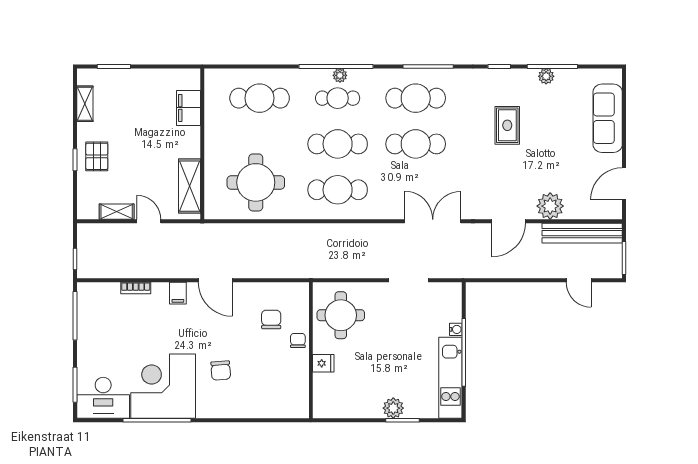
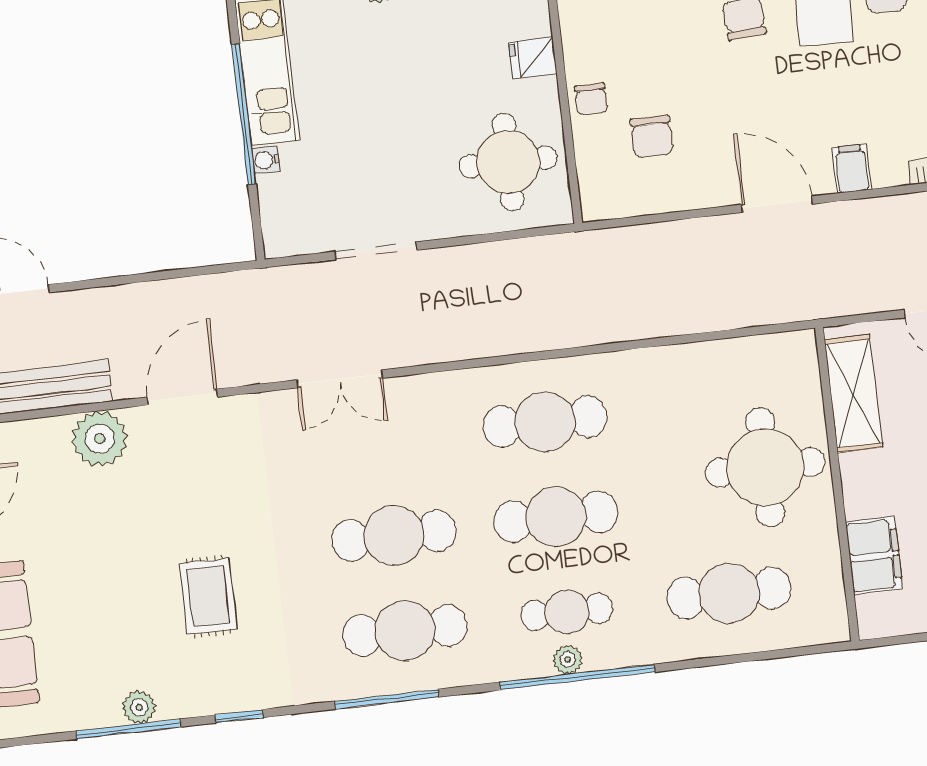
round table: (256, 182) -> (765, 467), moved
double door: (433, 221) -> (340, 379), width x0.73

